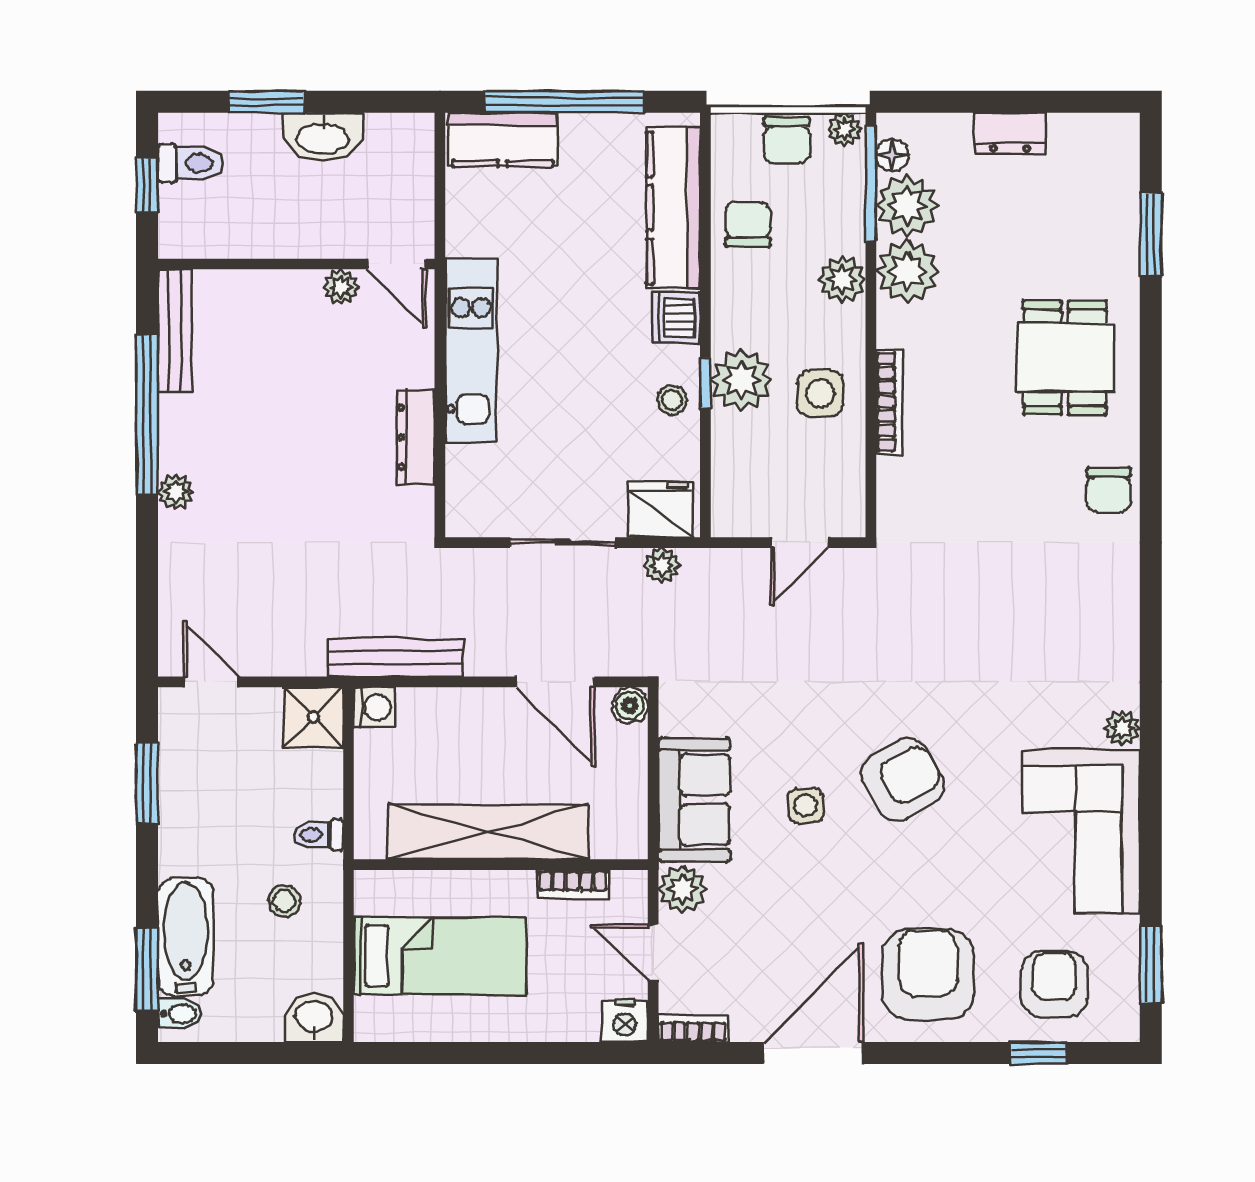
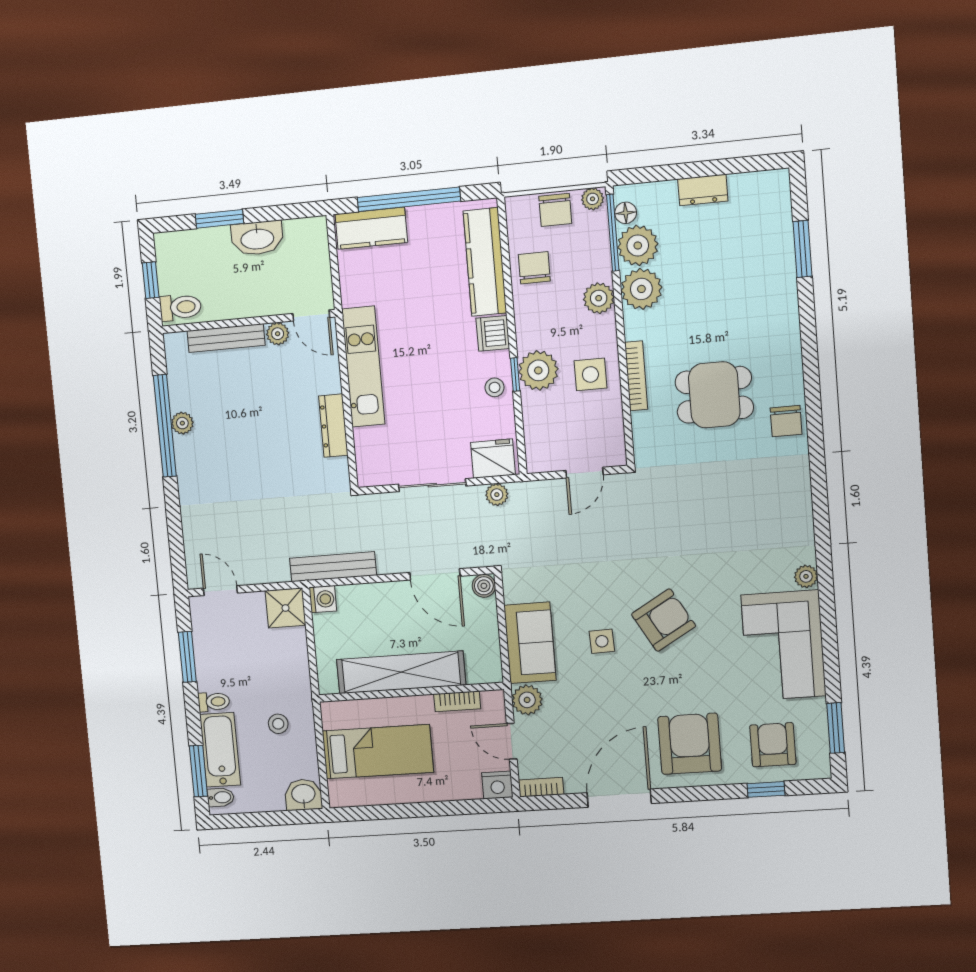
toilet: (190, 163) -> (180, 307), moved
bench: (175, 330) -> (226, 338), moved, turned 90
dining table: (1065, 358) -> (714, 395), moved, turned 90
plant: (176, 492) -> (182, 423), moved
toilet: (318, 835) -> (214, 702), moved, turned 180

